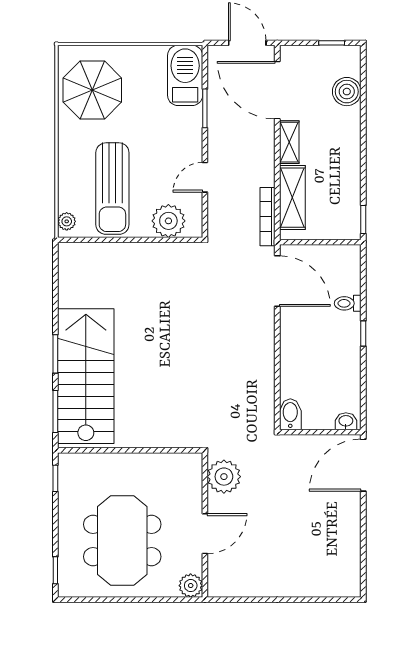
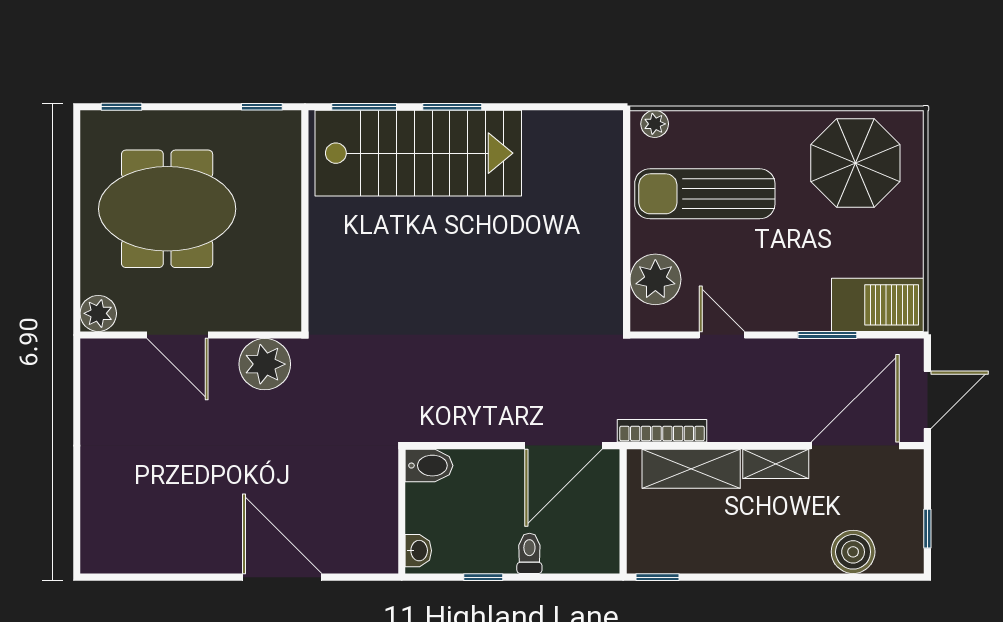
bidet: (290, 414) -> (429, 466), moved
washbasin: (346, 421) -> (418, 551), moved
wall: (320, 432) -> (402, 511), moved

